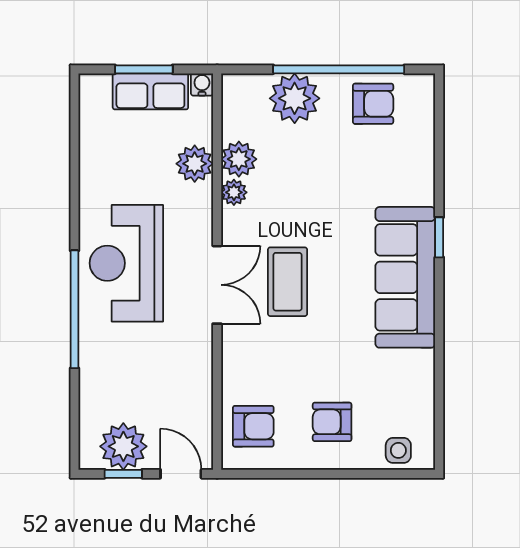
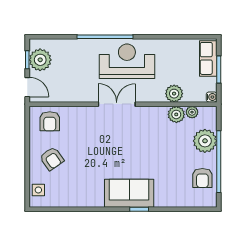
row of seats: (150, 91) -> (208, 58), moved
plant: (234, 192) -> (192, 112), moved
sofa: (405, 277) -> (129, 193), width x0.73
coffee table: (288, 282) -> (118, 138), removed
double door: (217, 285) -> (117, 104), swing flipped
armchair: (332, 422) -> (52, 159), turned 145
door: (181, 474) -> (27, 87), hinge flipped

